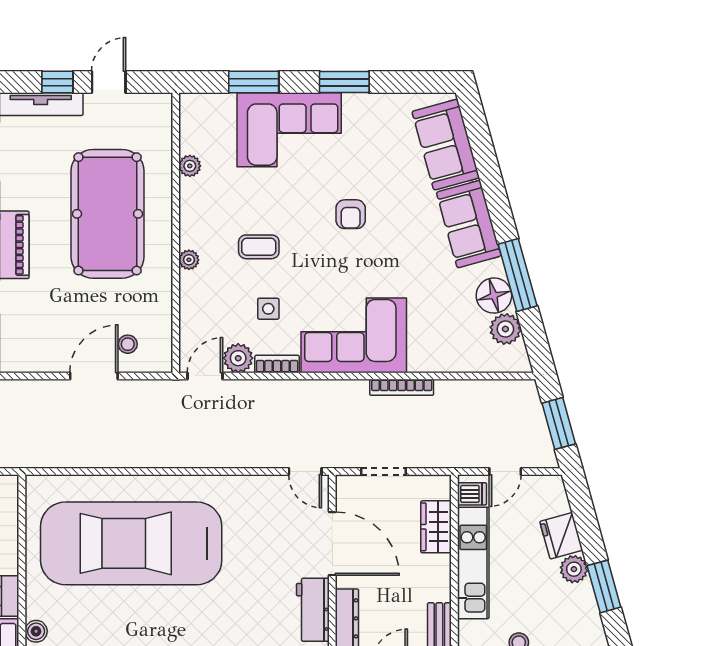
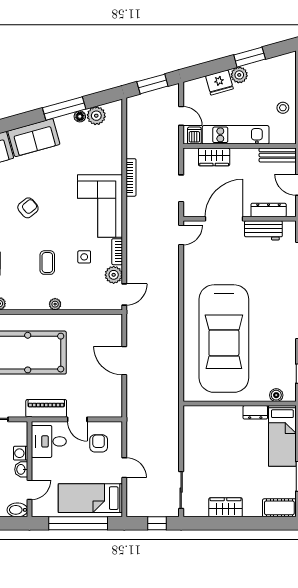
armchair: (351, 214) -> (28, 208), turned -40
floor lamp: (494, 296) -> (80, 116), width x0.53, depth x0.53
stool: (128, 344) -> (105, 341), removed
door: (205, 376) -> (124, 295), swing flipped

